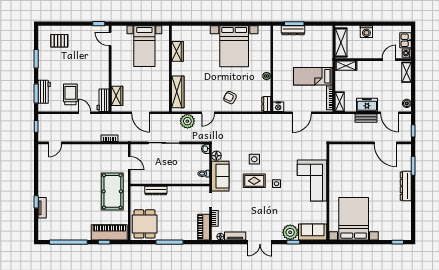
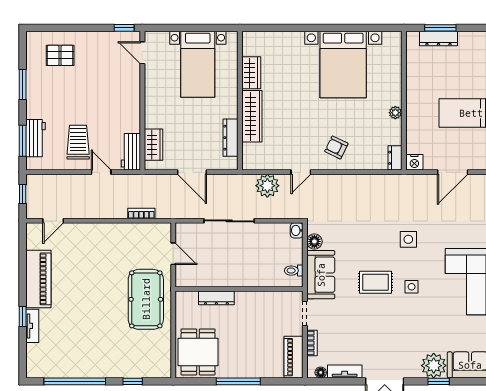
dresser: (165, 92) -> (231, 138), added
wardrobe: (178, 92) -> (252, 116), moved
side table: (254, 159) -> (408, 239), moved
piano: (109, 232) -> (38, 279), moved, turned 90

